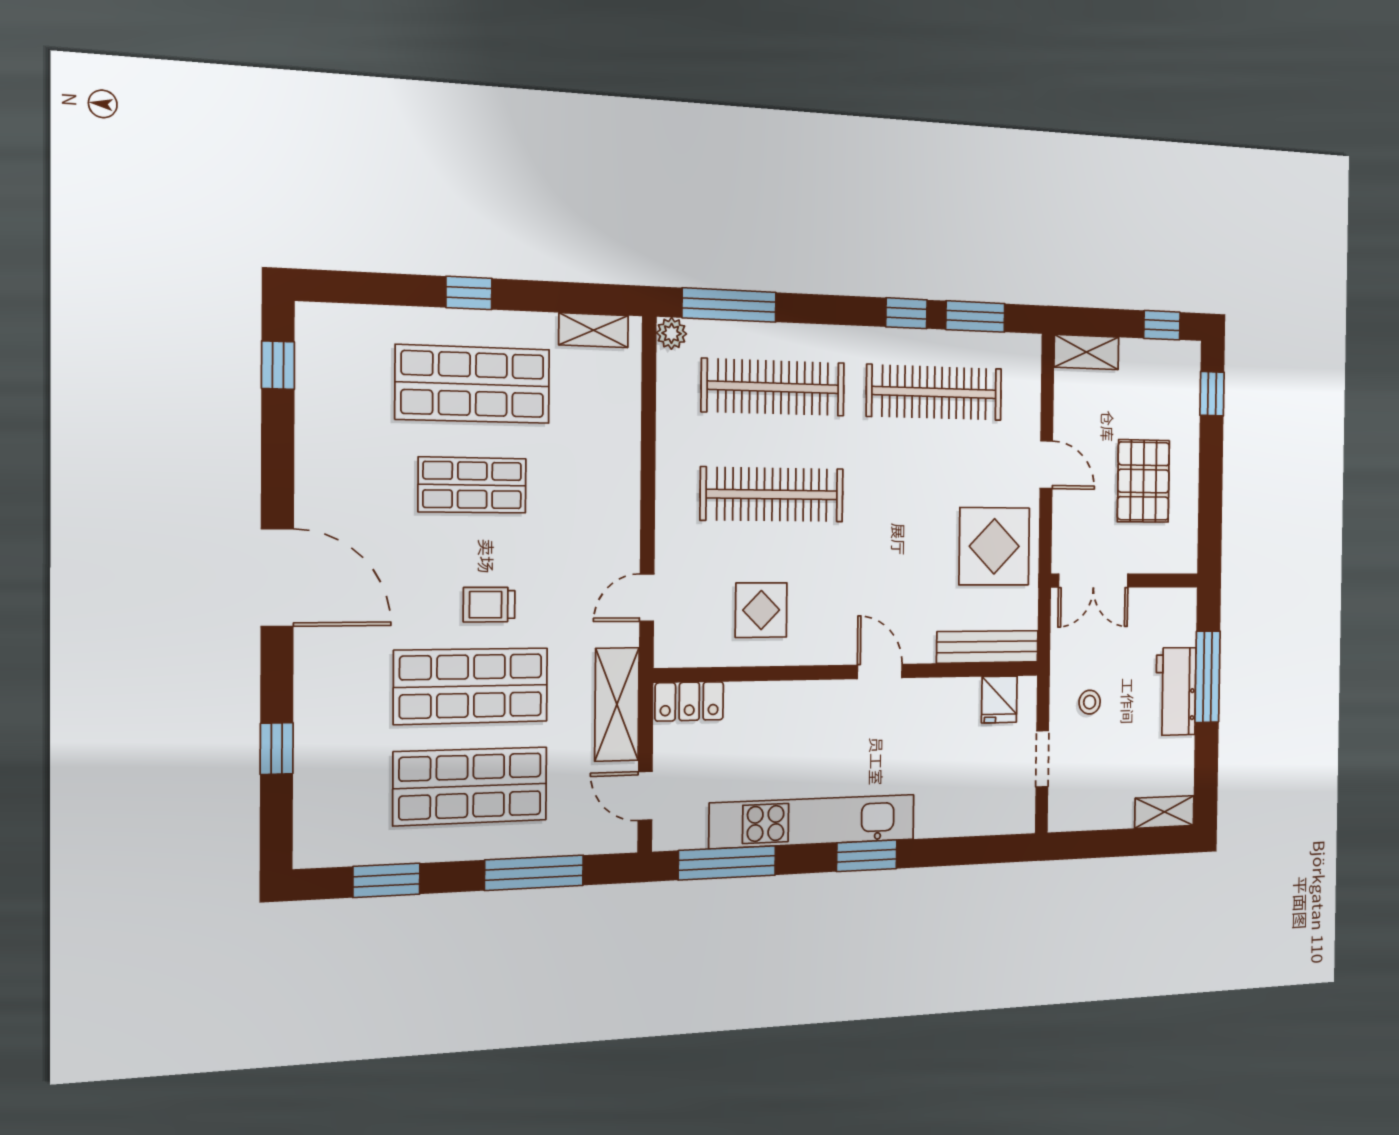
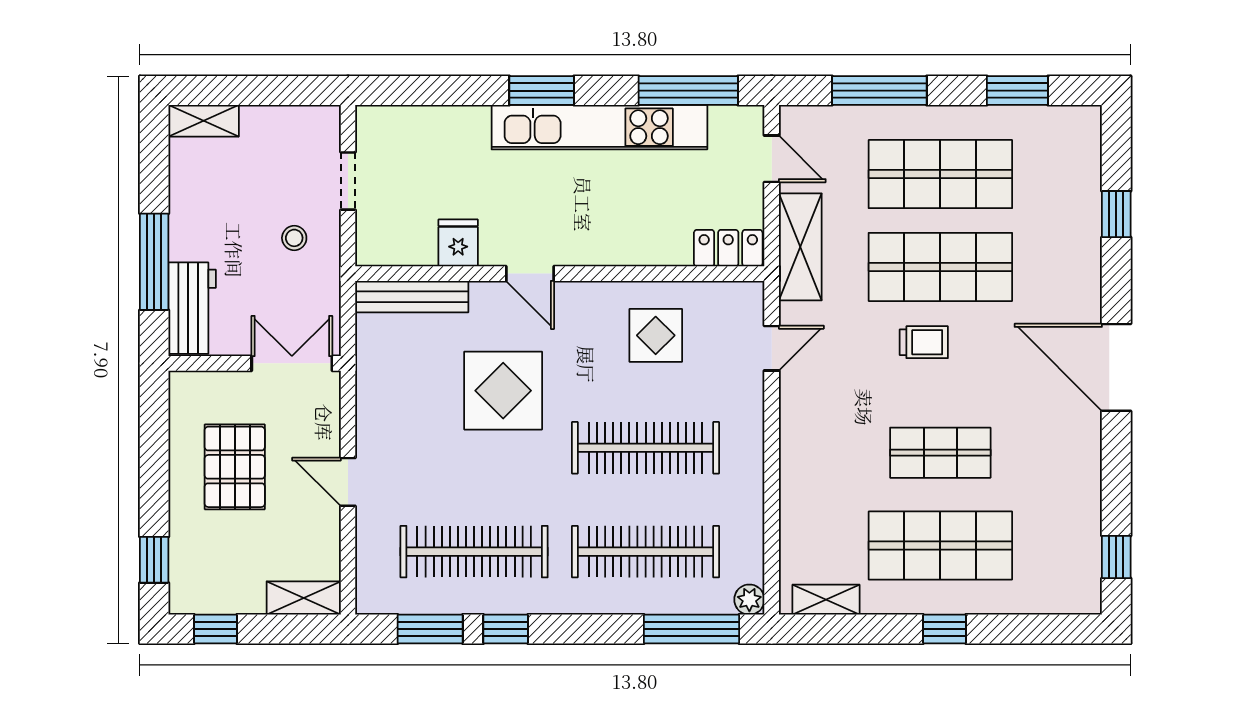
display table: (994, 546) -> (503, 391), moved
workbench: (1176, 691) -> (192, 308), moved
fridge: (999, 699) -> (458, 243), moved

